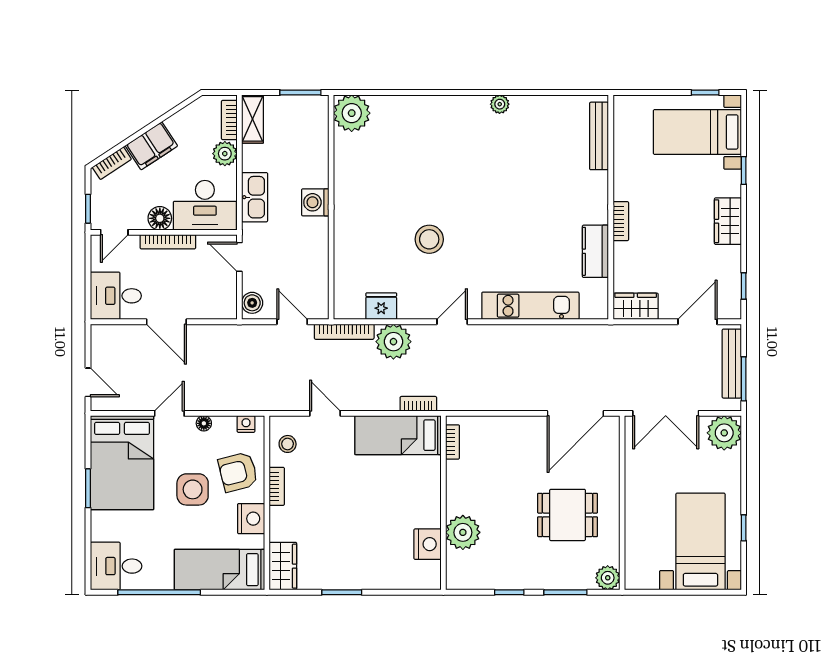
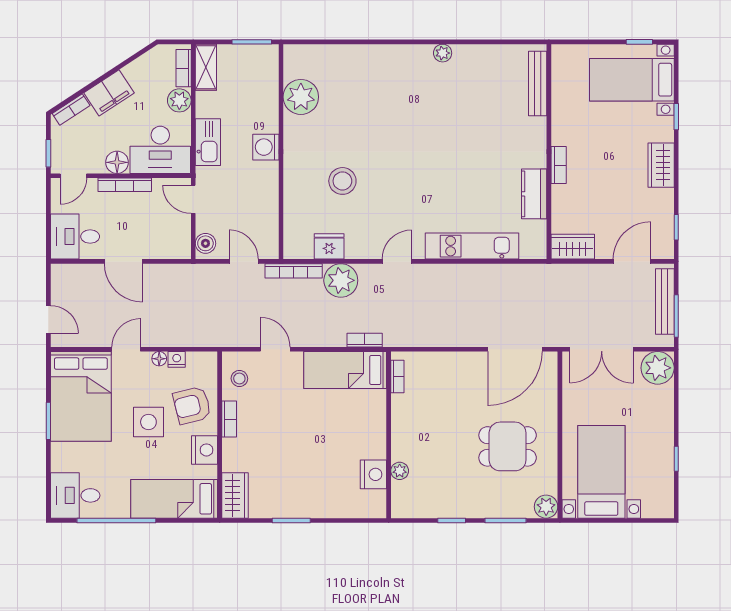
plant: (352, 113) -> (301, 97), moved
stool: (429, 239) -> (342, 181), moved
nightstand: (246, 424) -> (177, 359), moved
plant: (463, 532) -> (400, 471), width x0.53, depth x0.53
bed with nightstands: (700, 541) -> (601, 472), moved

